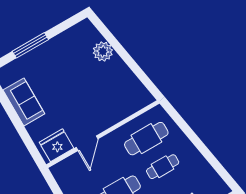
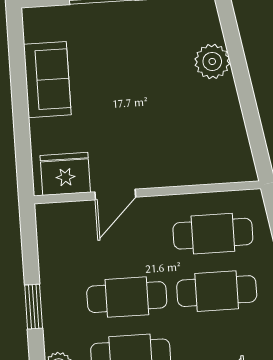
cafe table: (163, 167) -> (217, 291), width x1.37, depth x1.35

